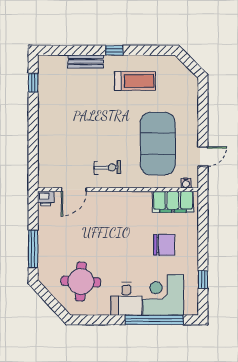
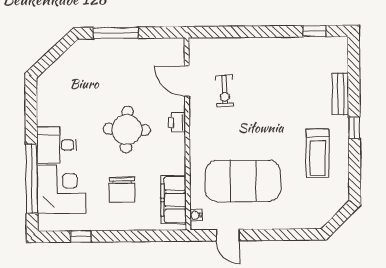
exercise bike: (107, 168) -> (225, 91), moved
printer: (46, 198) -> (177, 122), moved
round table: (81, 282) -> (127, 130), moved

